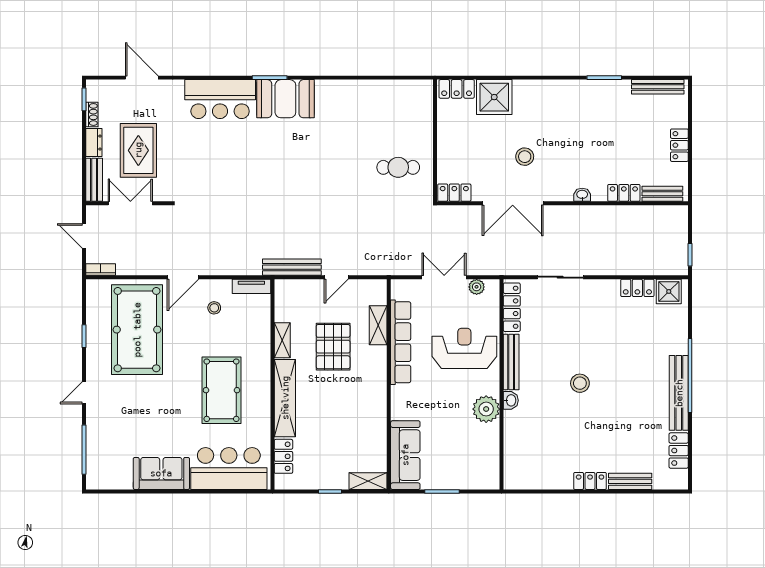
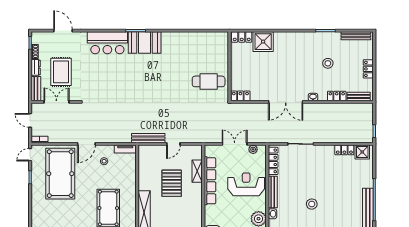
stool: (525, 157) -> (328, 63), moved
cafe table: (398, 167) -> (209, 81), width x1.37, depth x1.35
double door: (513, 203) -> (286, 102), moved
shelving: (282, 340) -> (143, 180), removed
door: (84, 393) -> (30, 155), moved

